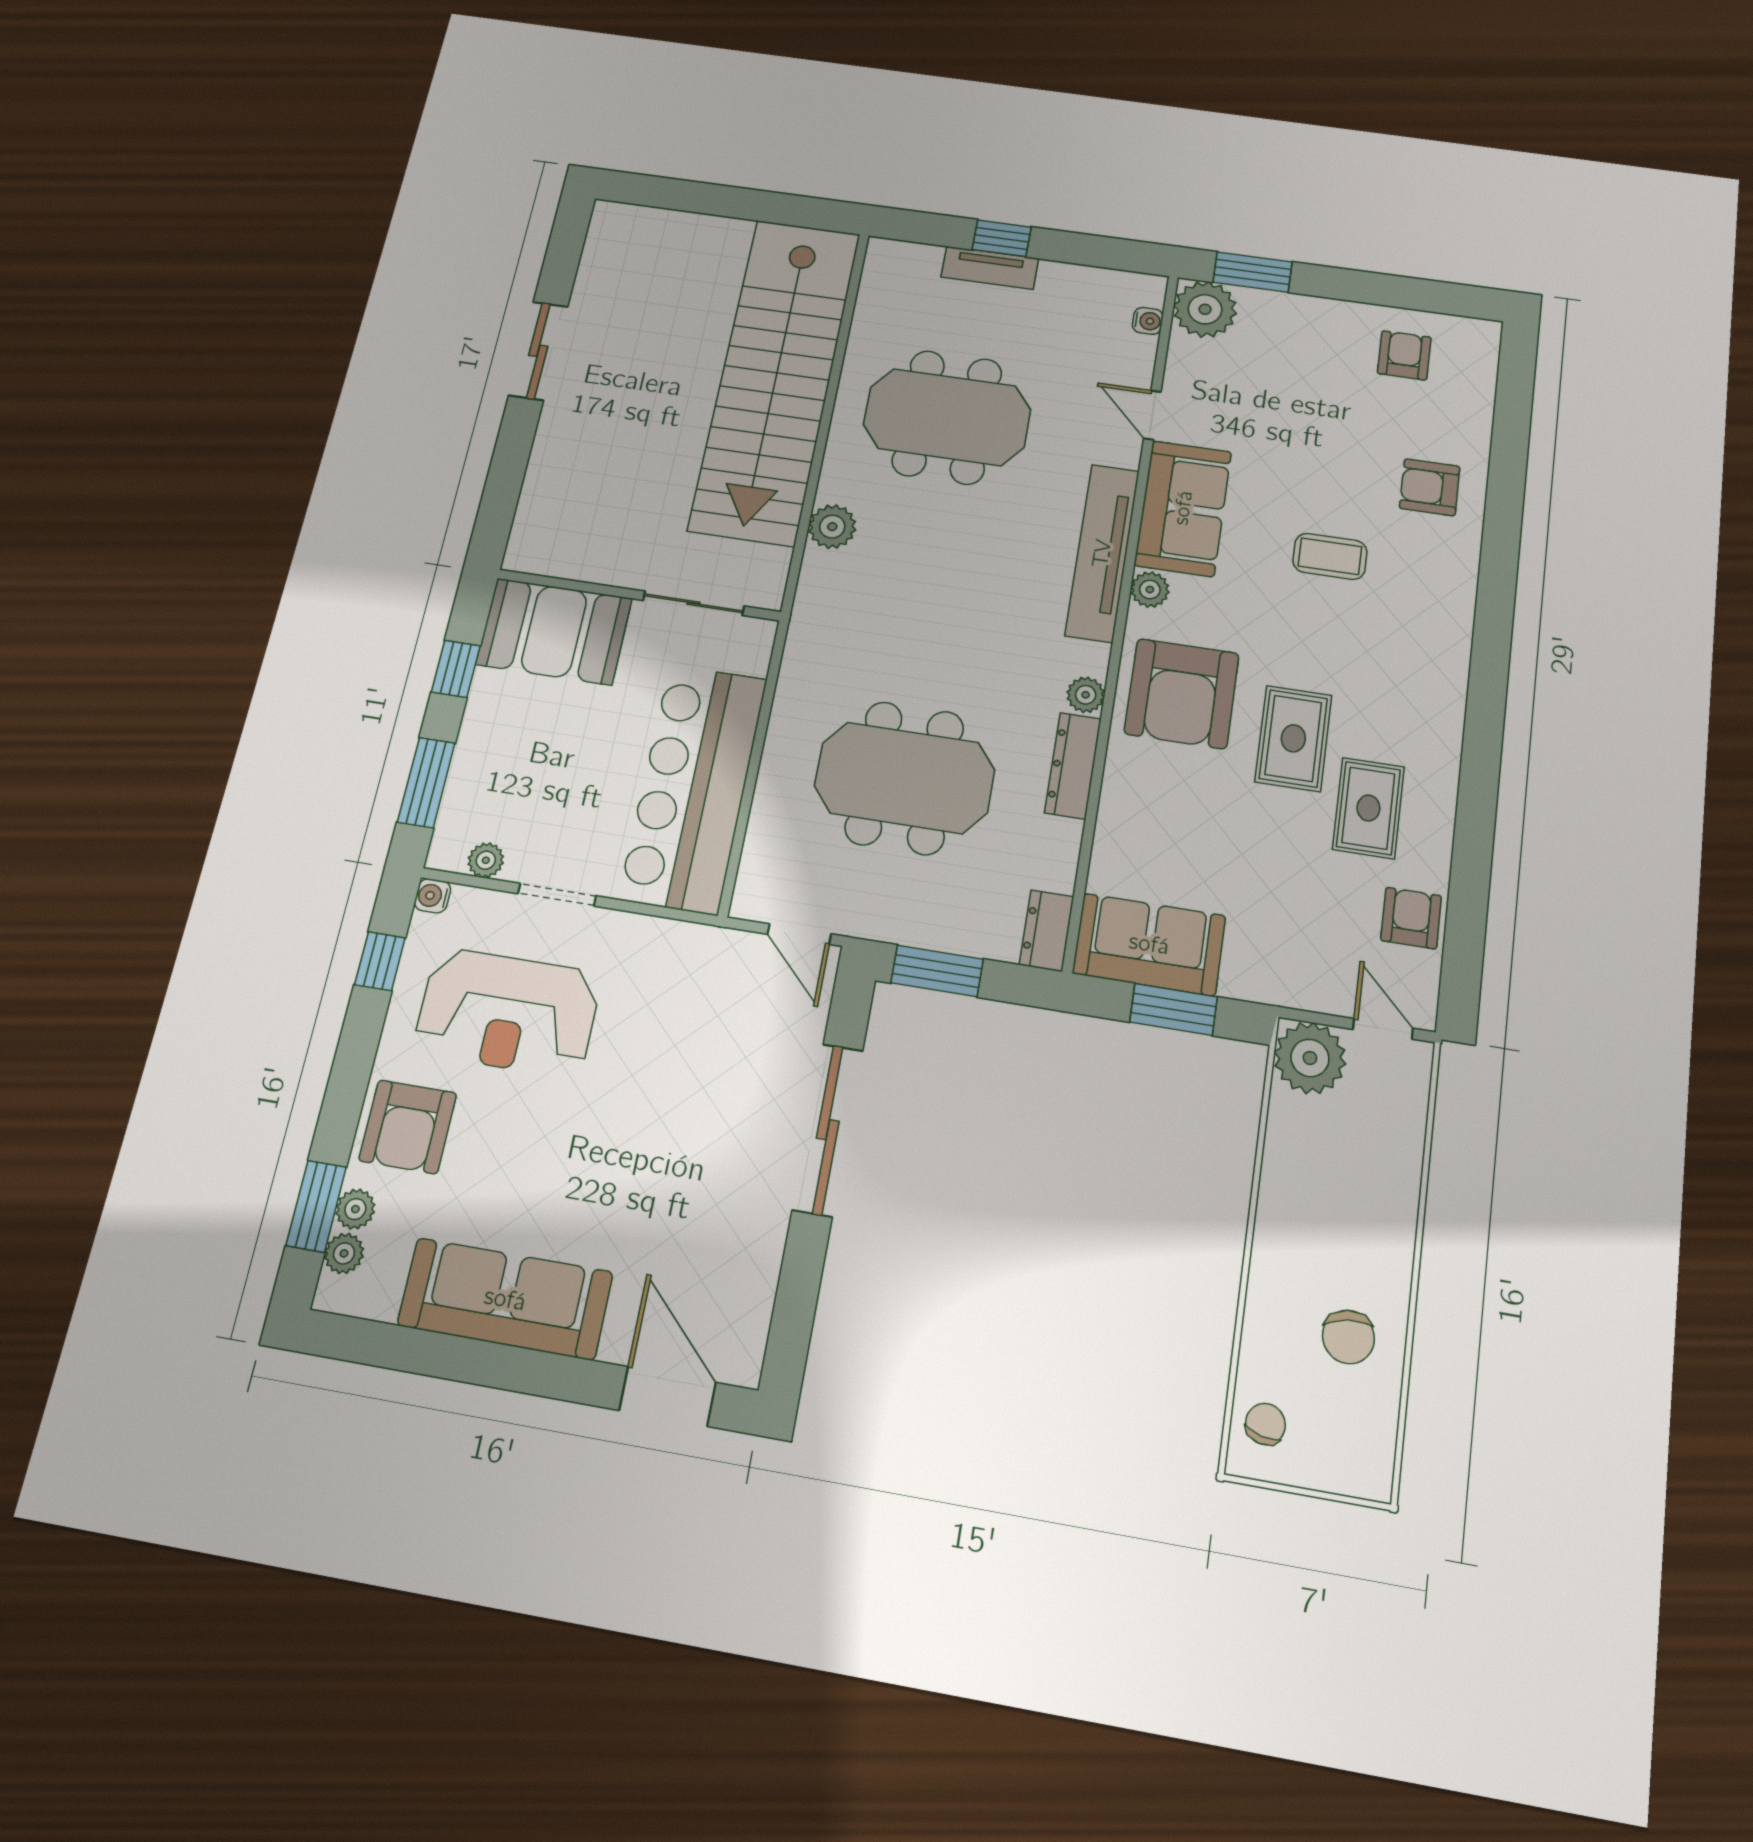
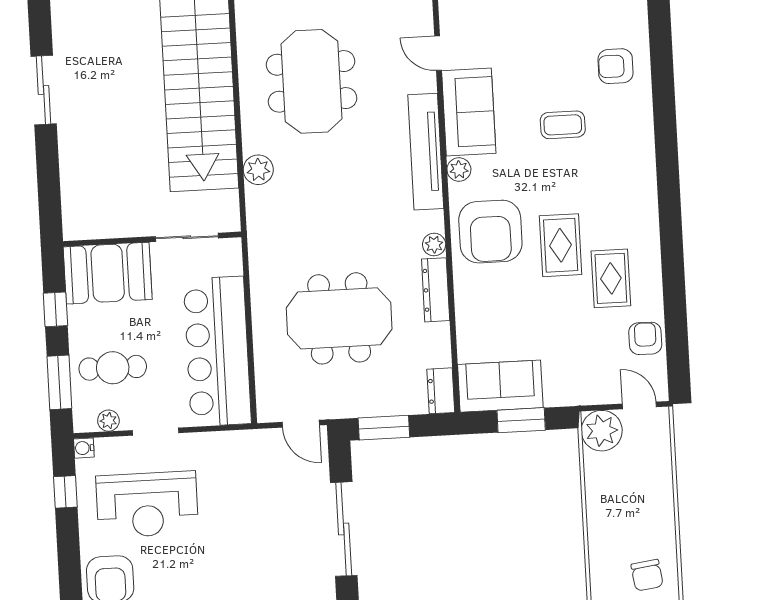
meeting table: (947, 417) -> (312, 81), turned 90
cafe table: (518, 778) -> (113, 368), added

